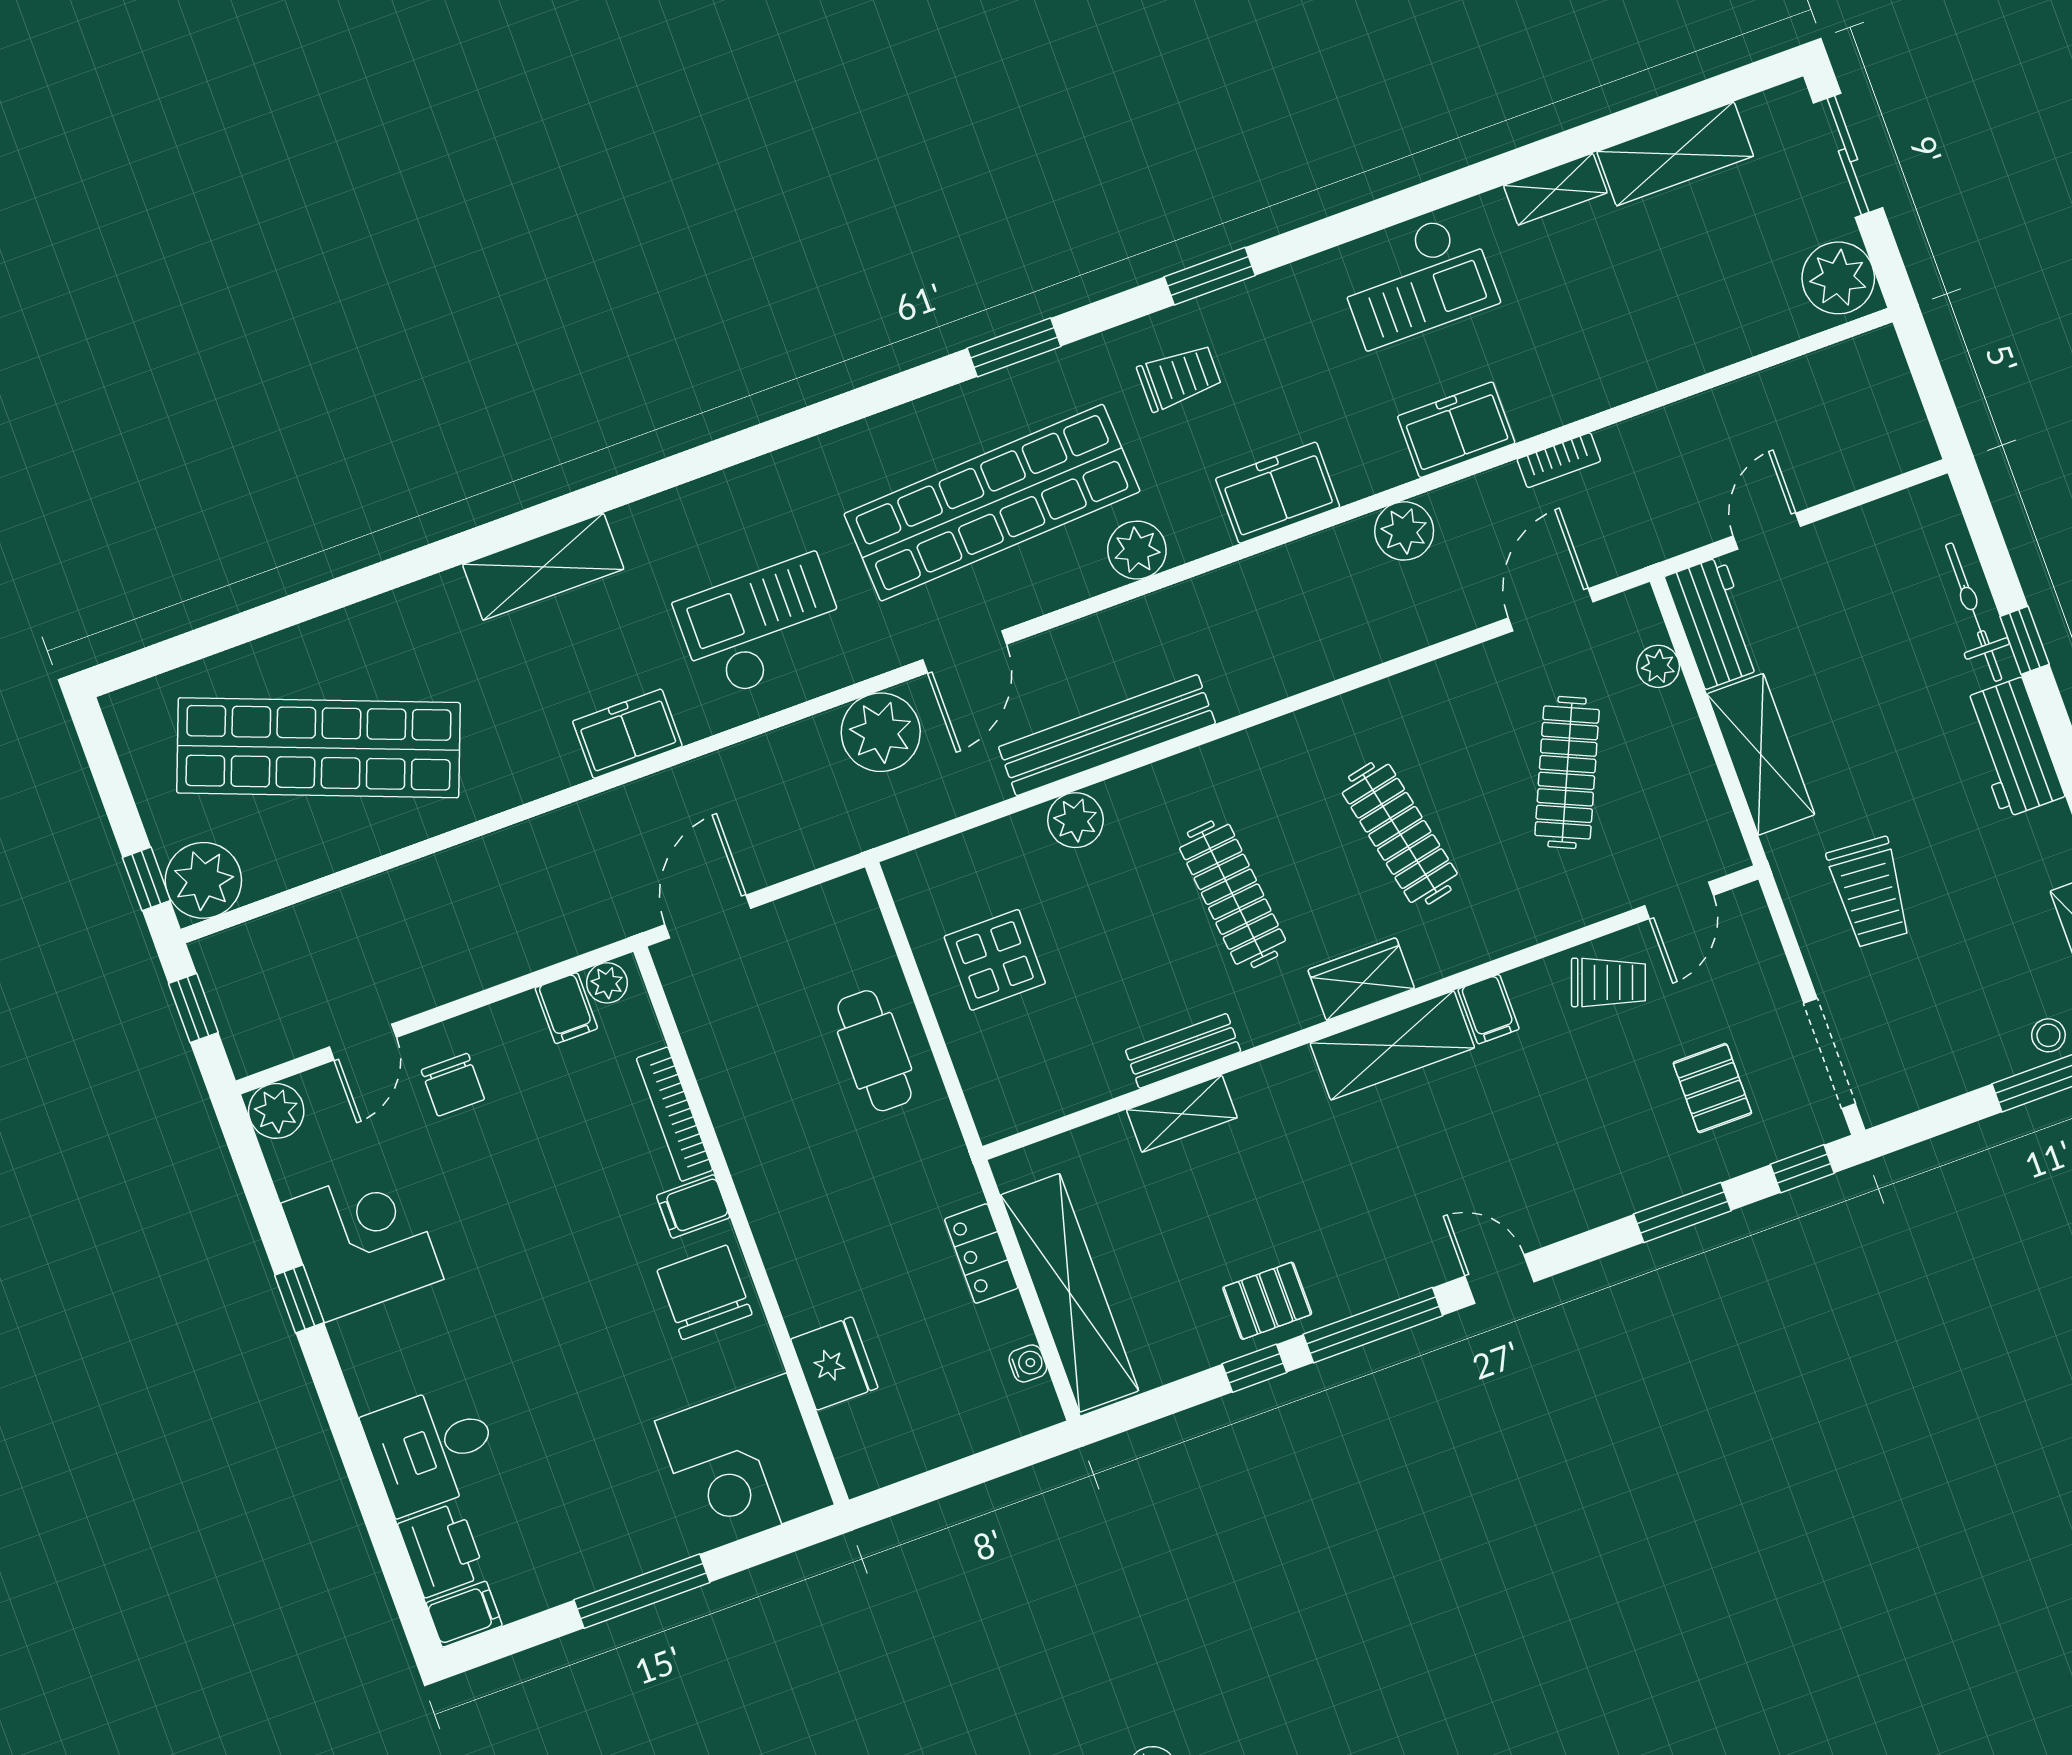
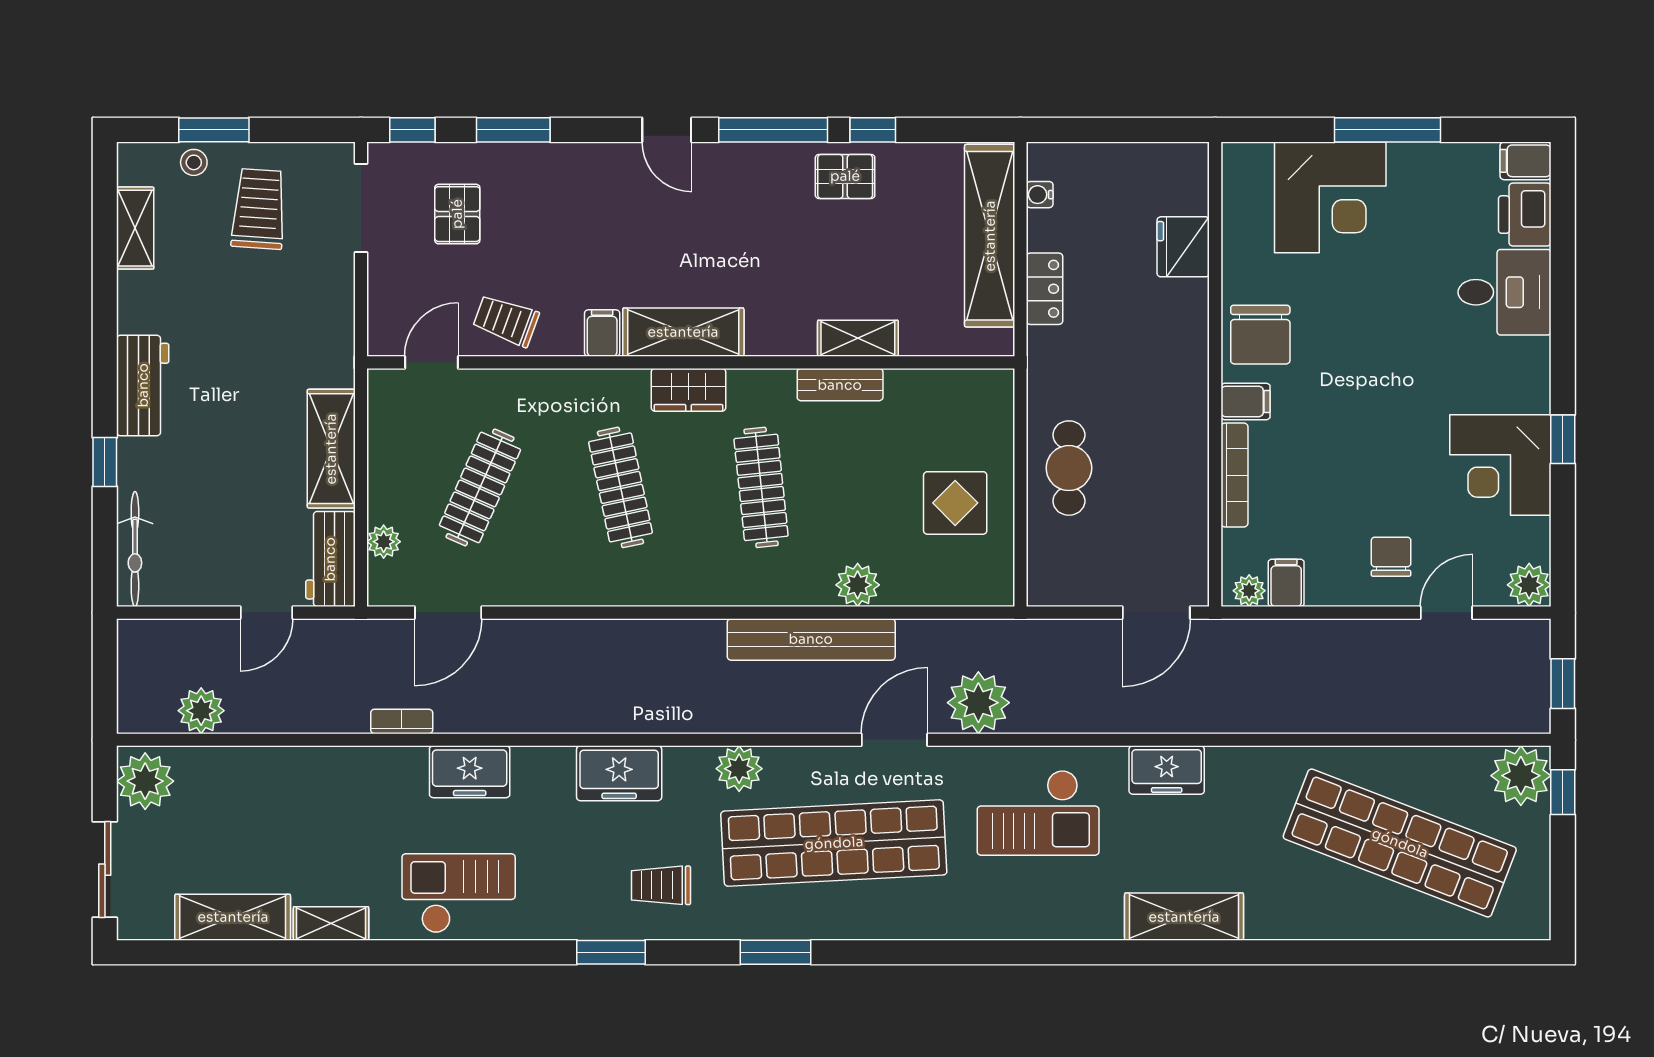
plant: (1404, 531) -> (201, 711), moved
bicycle: (1974, 612) -> (135, 549), moved
trolley: (1870, 892) -> (259, 209), moved
corner desk: (745, 1463) -> (1330, 197), moved, turned 90

